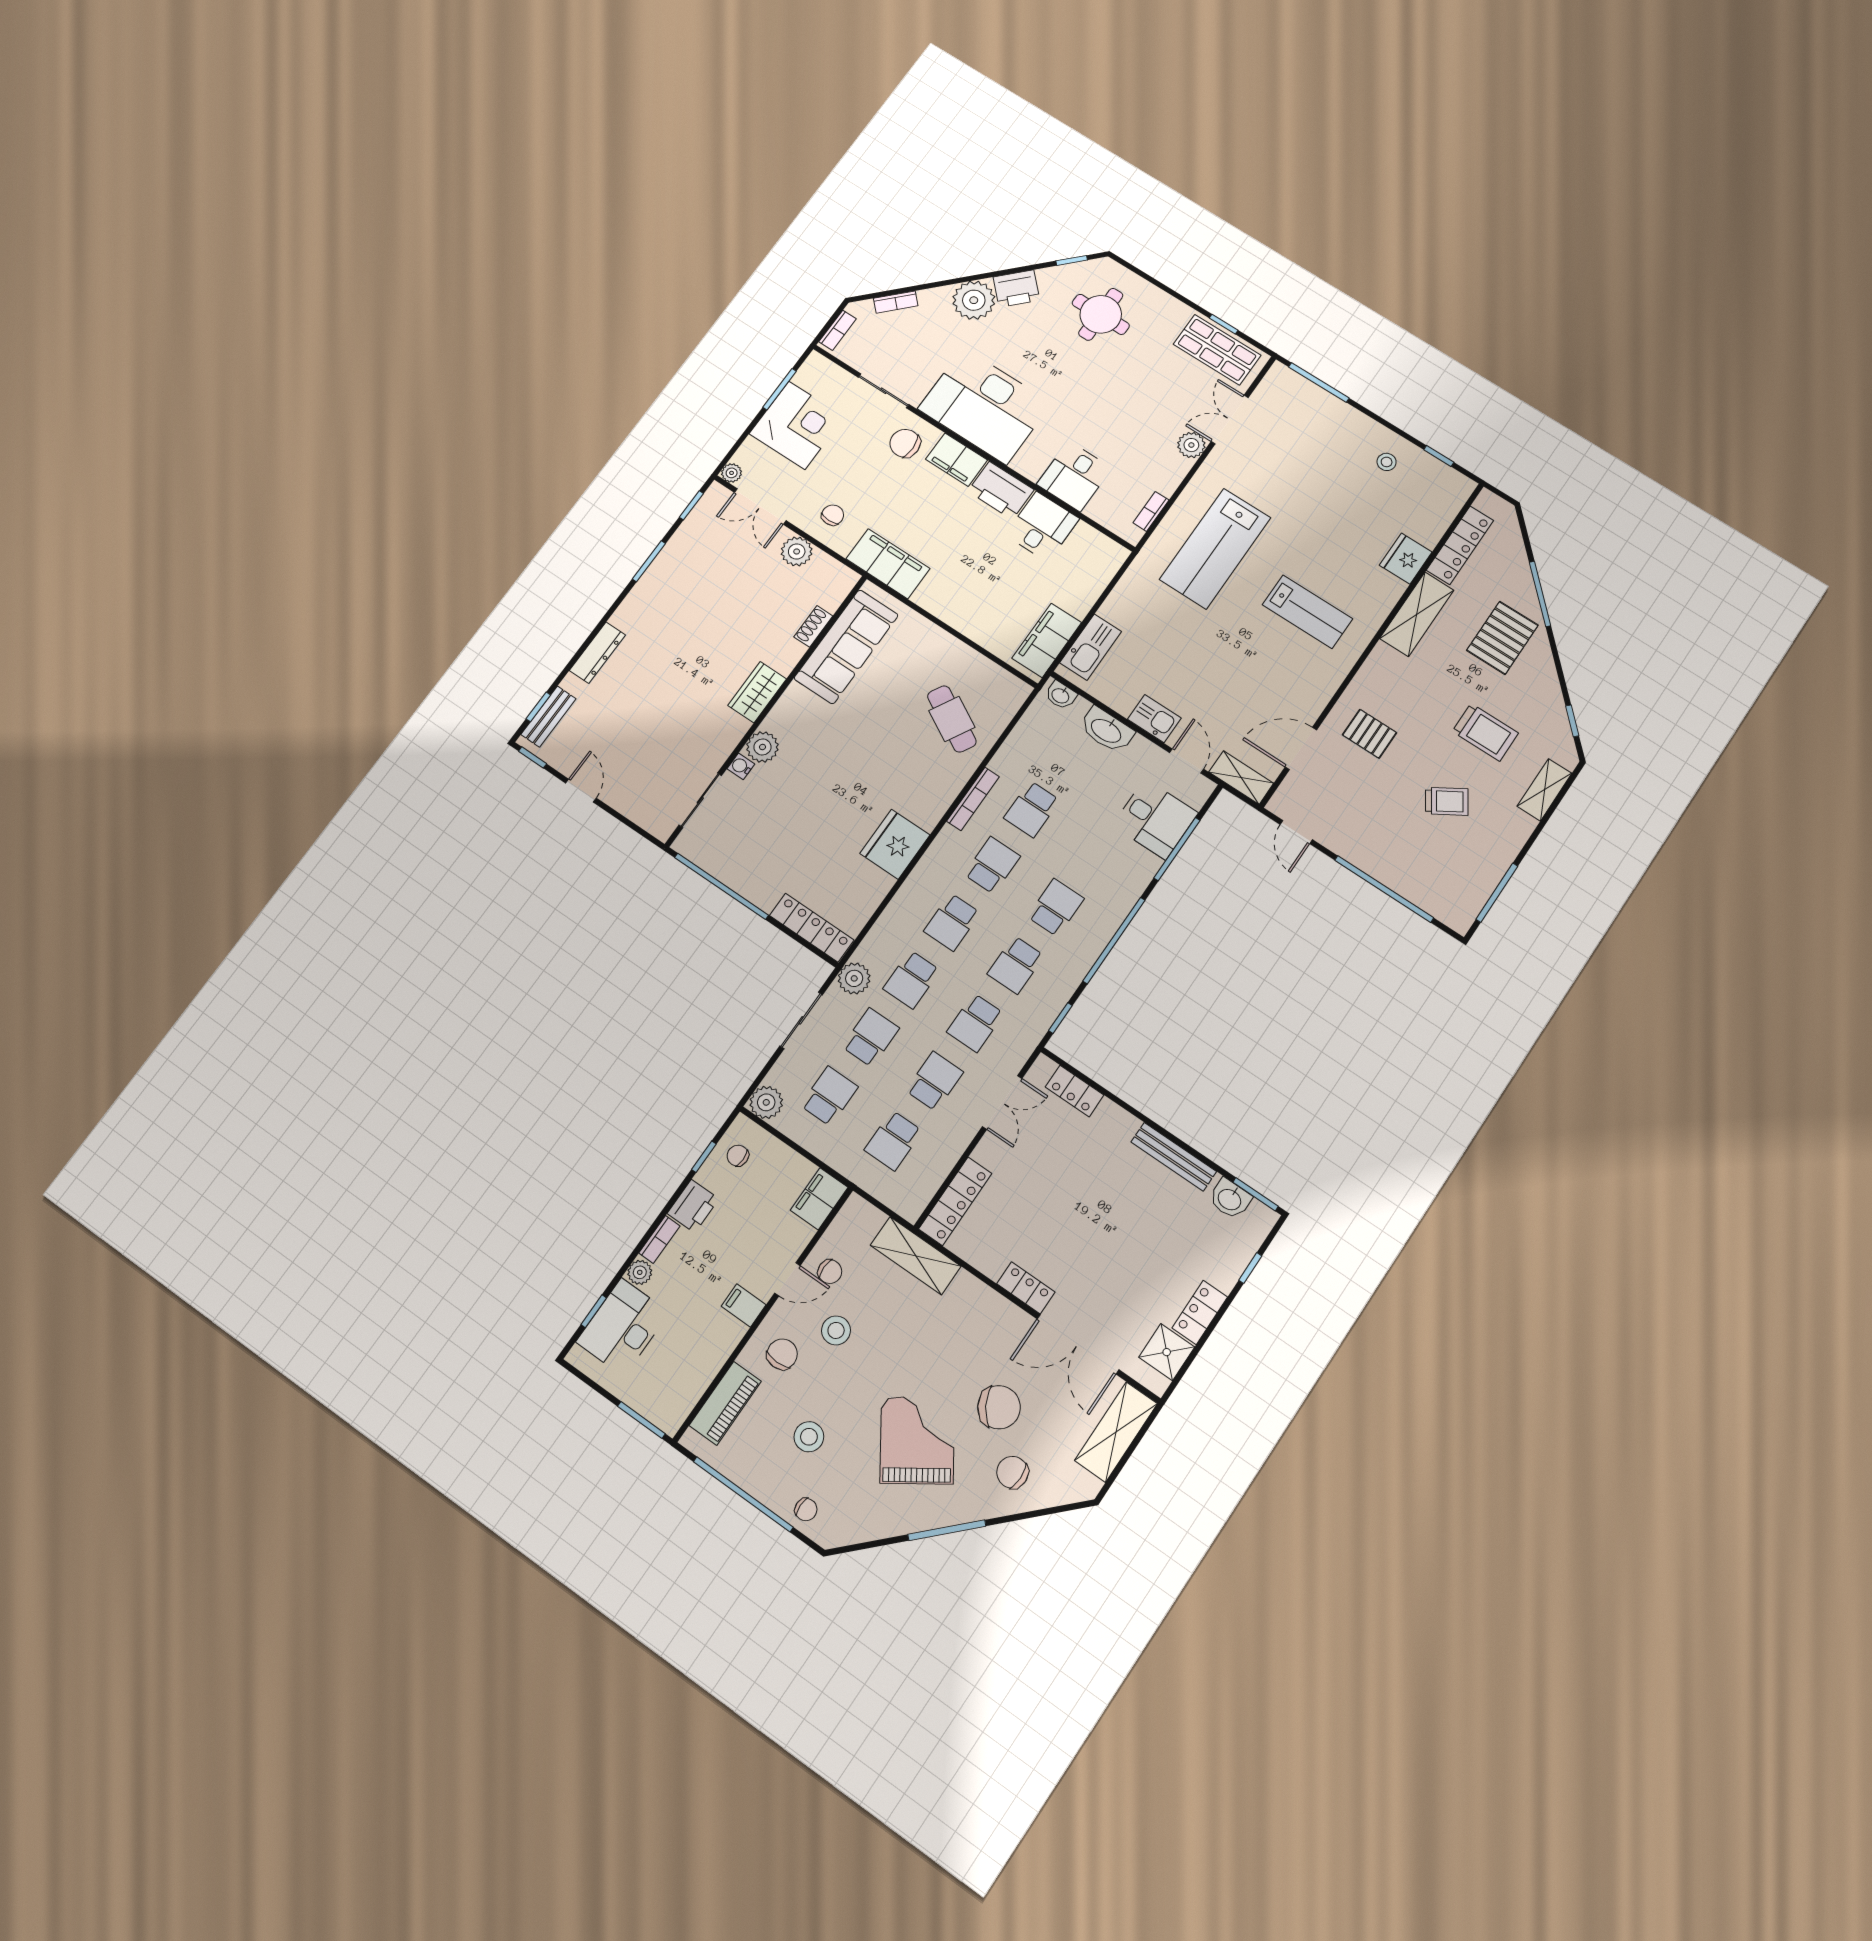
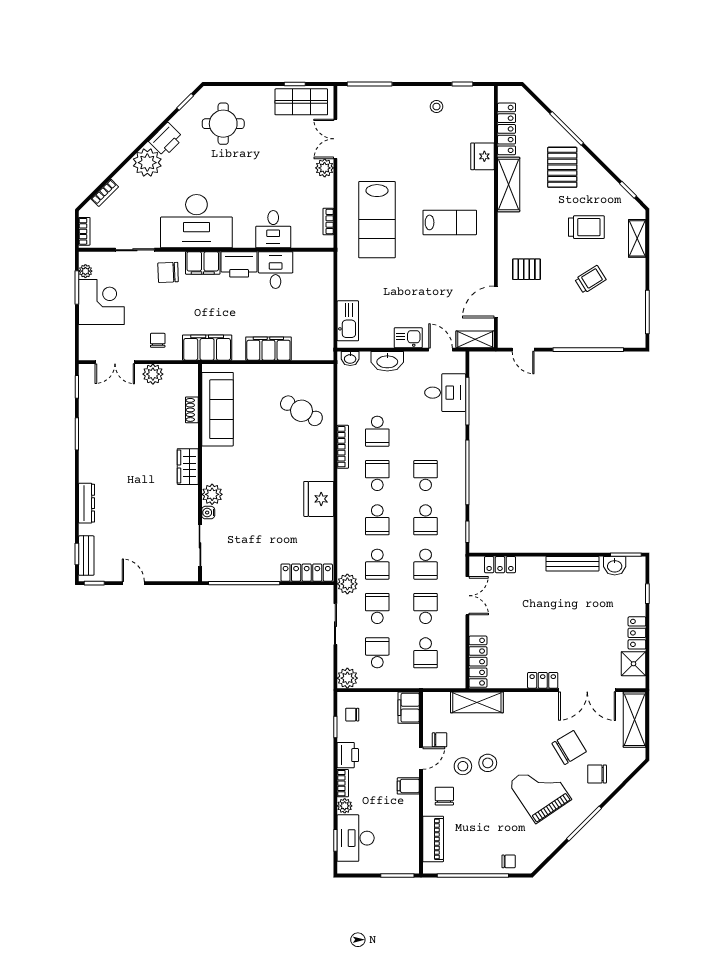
plant: (732, 473) -> (85, 271), moved
filing cabinet: (1047, 640) -> (268, 349), moved, turned 90
stool: (809, 1437) -> (488, 763), moved

